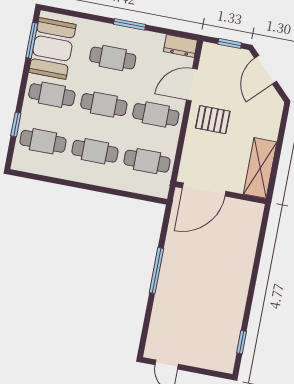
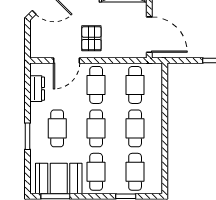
window: (130, 24) -> (27, 136), moved
window: (230, 43) -> (27, 36), removed
dresser: (180, 46) -> (37, 89), moved
door: (192, 85) -> (66, 60), hinge flipped

